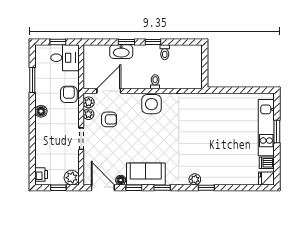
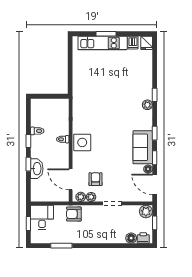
floor lamp: (41, 111) -> (131, 238), moved
door: (103, 188) -> (155, 184), hinge flipped

